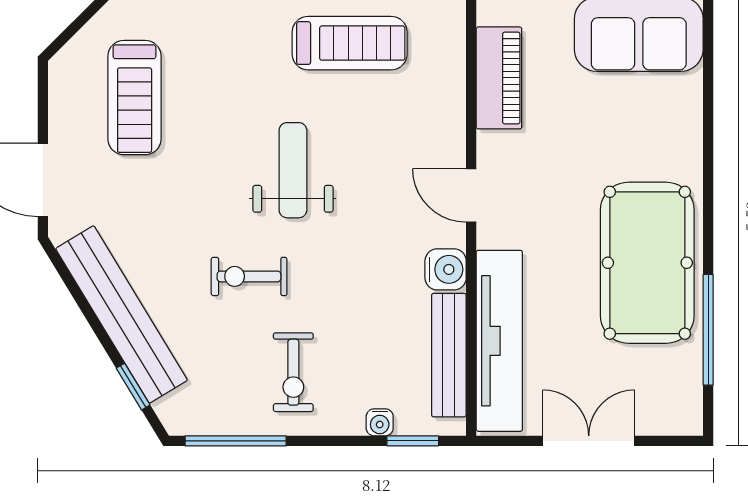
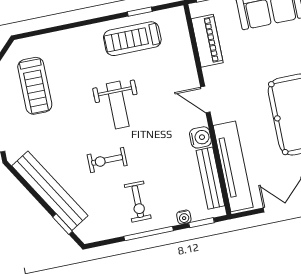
treadmill: (350, 43) -> (132, 39), turned 180
weight bench: (293, 170) -> (118, 105), turned 180
window: (236, 441) -> (149, 234), moved

